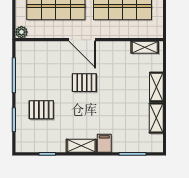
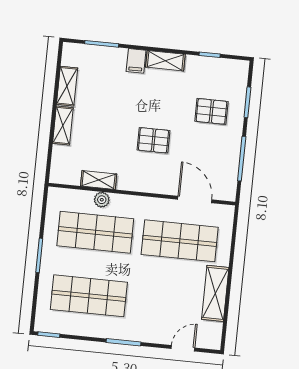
plant: (21, 32) -> (102, 200), moved
door: (82, 40) -> (195, 200), moved
shelving: (145, 47) -> (99, 180), moved

